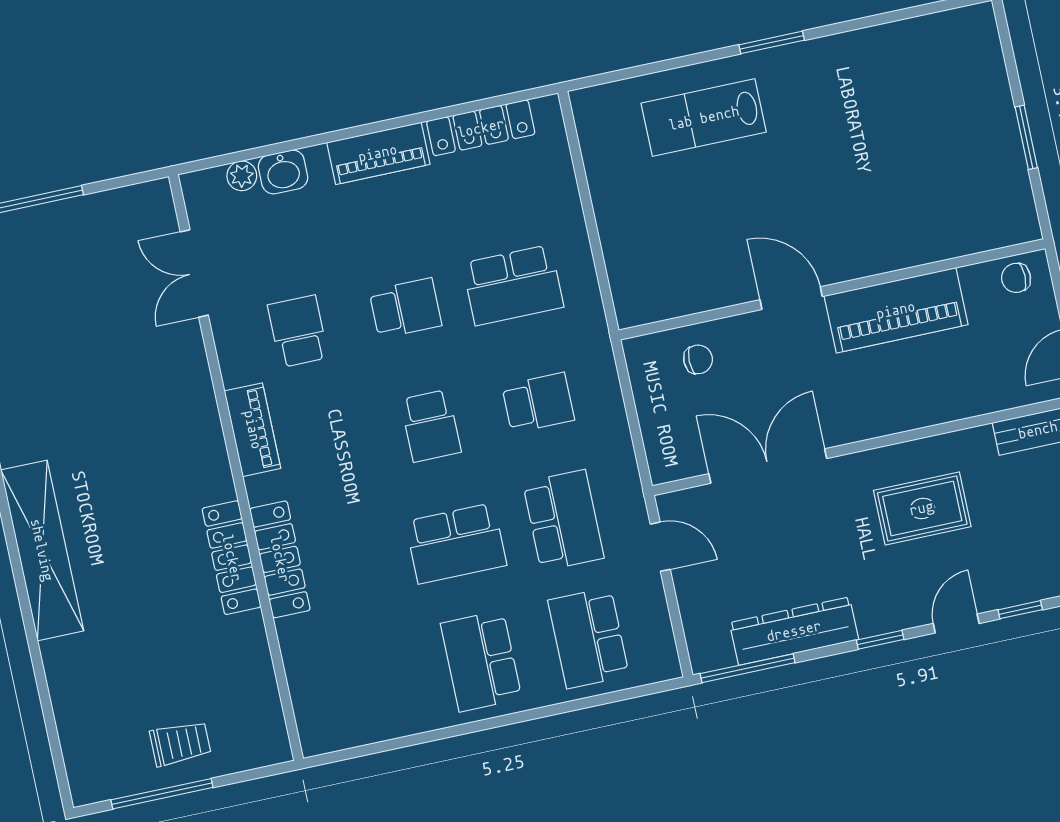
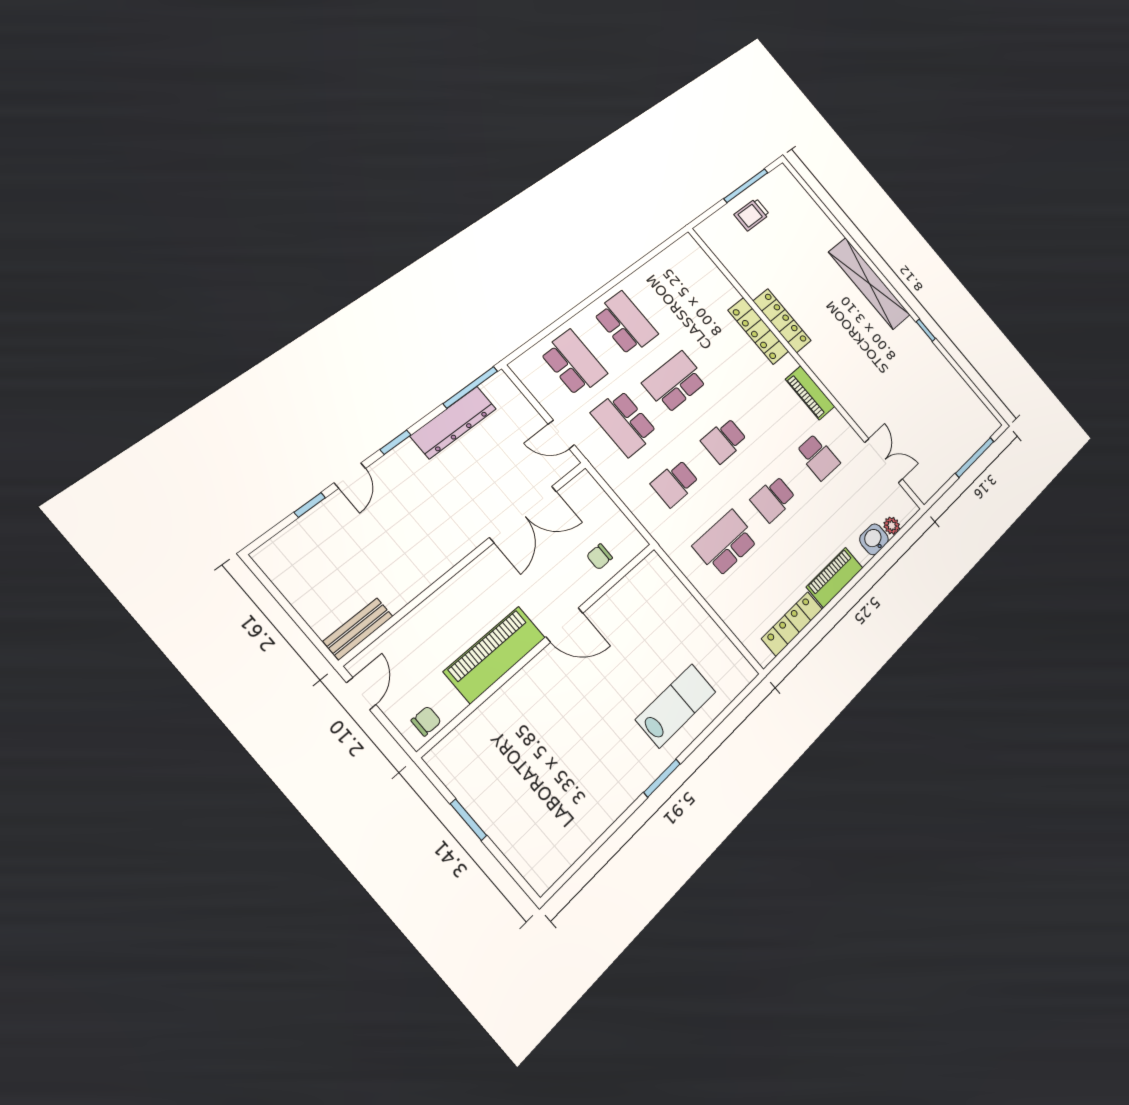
school desk: (431, 426) -> (724, 441), turned -90
rug: (922, 508) -> (411, 537), removed

